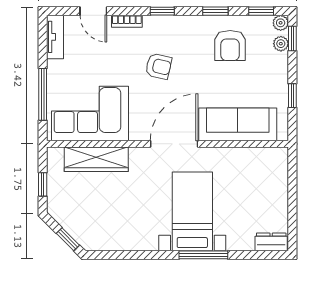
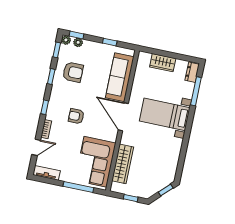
armchair: (159, 66) -> (76, 116), turned -103
wardrobe: (277, 190) -> (163, 63), added
window: (203, 255) -> (196, 91), moved

